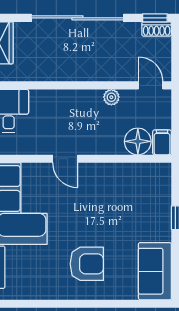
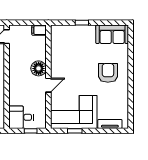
plant: (111, 97) -> (13, 59), removed
floor lamp: (138, 141) -> (39, 68), moved

